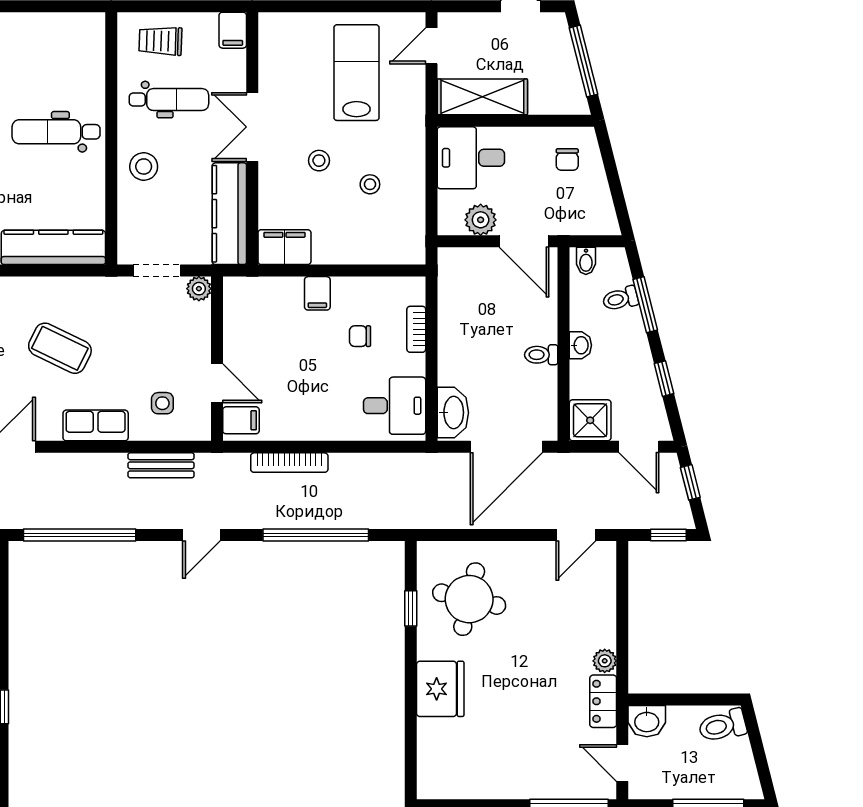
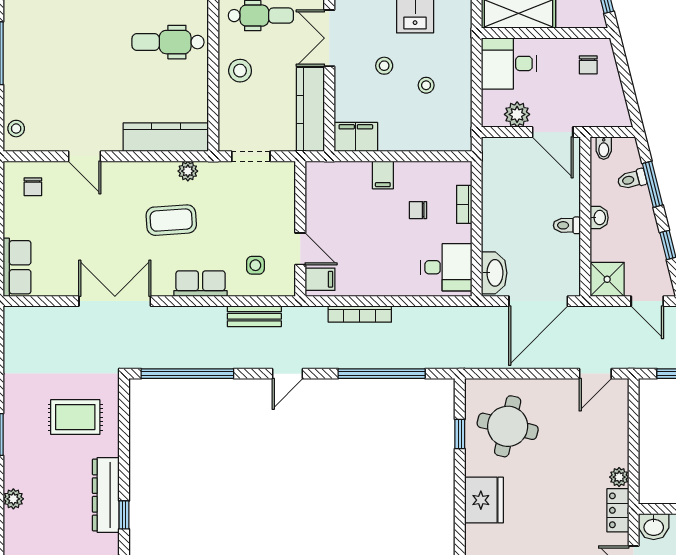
plant: (199, 289) -> (188, 171), moved
coffee table: (60, 348) -> (171, 220), turned -30

